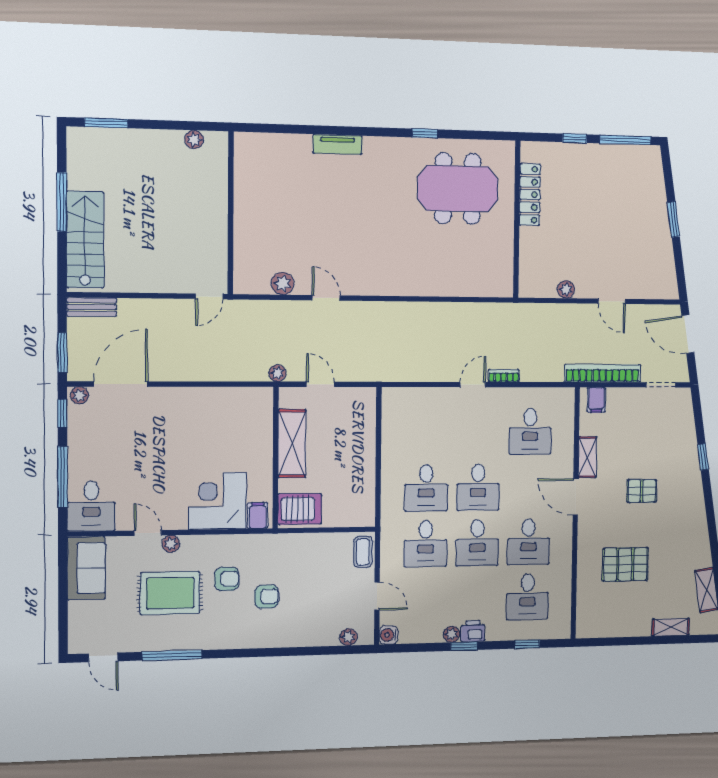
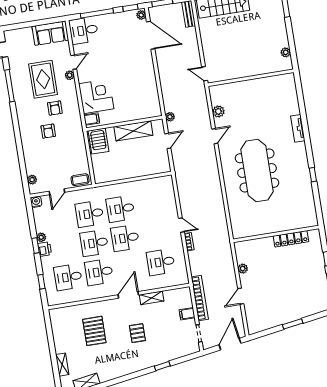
meeting table: (458, 189) -> (257, 170), moved, width x1.36
filing cabinet: (596, 400) -> (187, 314), moved

